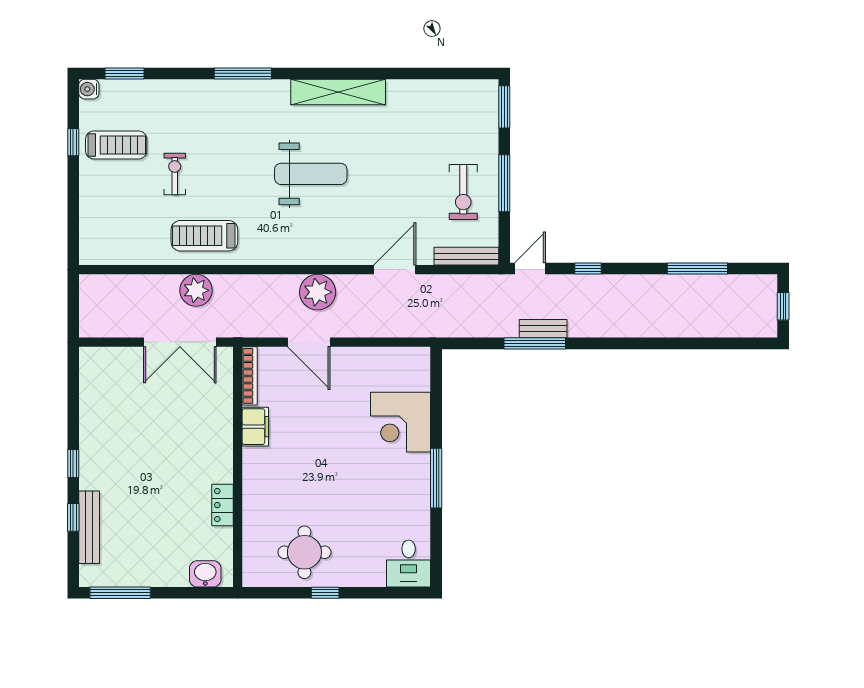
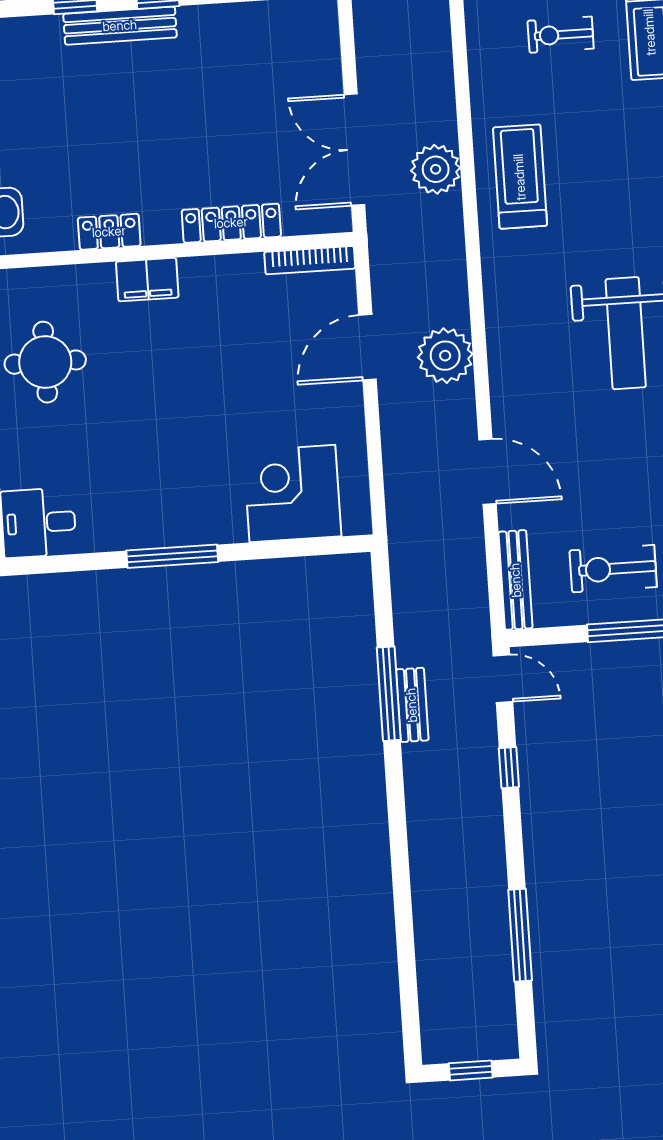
exercise bike: (175, 174) -> (561, 35), moved, turned 180
corner desk: (401, 422) -> (292, 494), moved
locker: (222, 425) -> (231, 223), added
filing cabinet: (255, 427) -> (147, 280), moved
bench: (89, 527) -> (120, 26), moved

